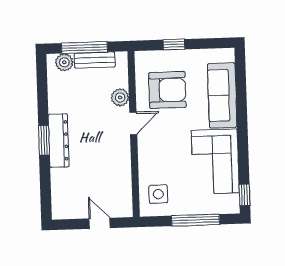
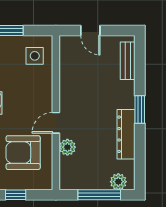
bench: (95, 60) -> (128, 61), moved, turned 90
dresser: (59, 141) -> (126, 134), moved

